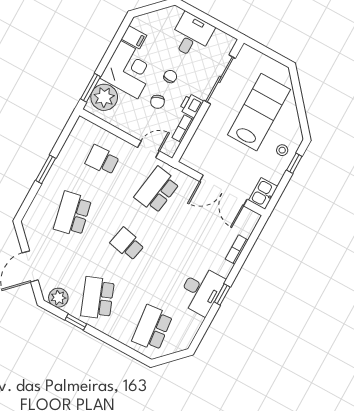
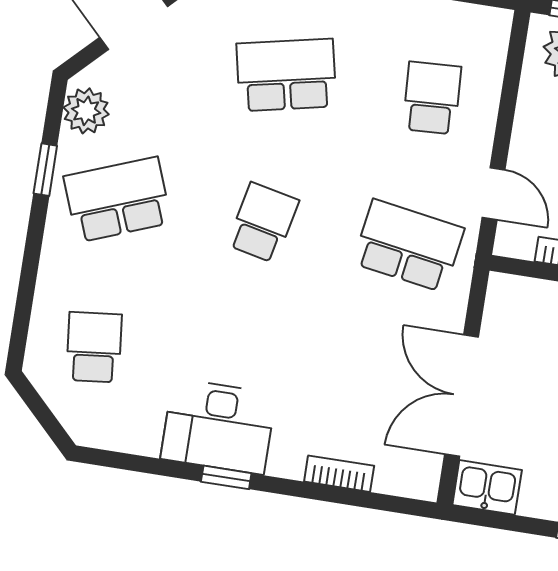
school desk: (152, 328) -> (94, 347), width x0.54

